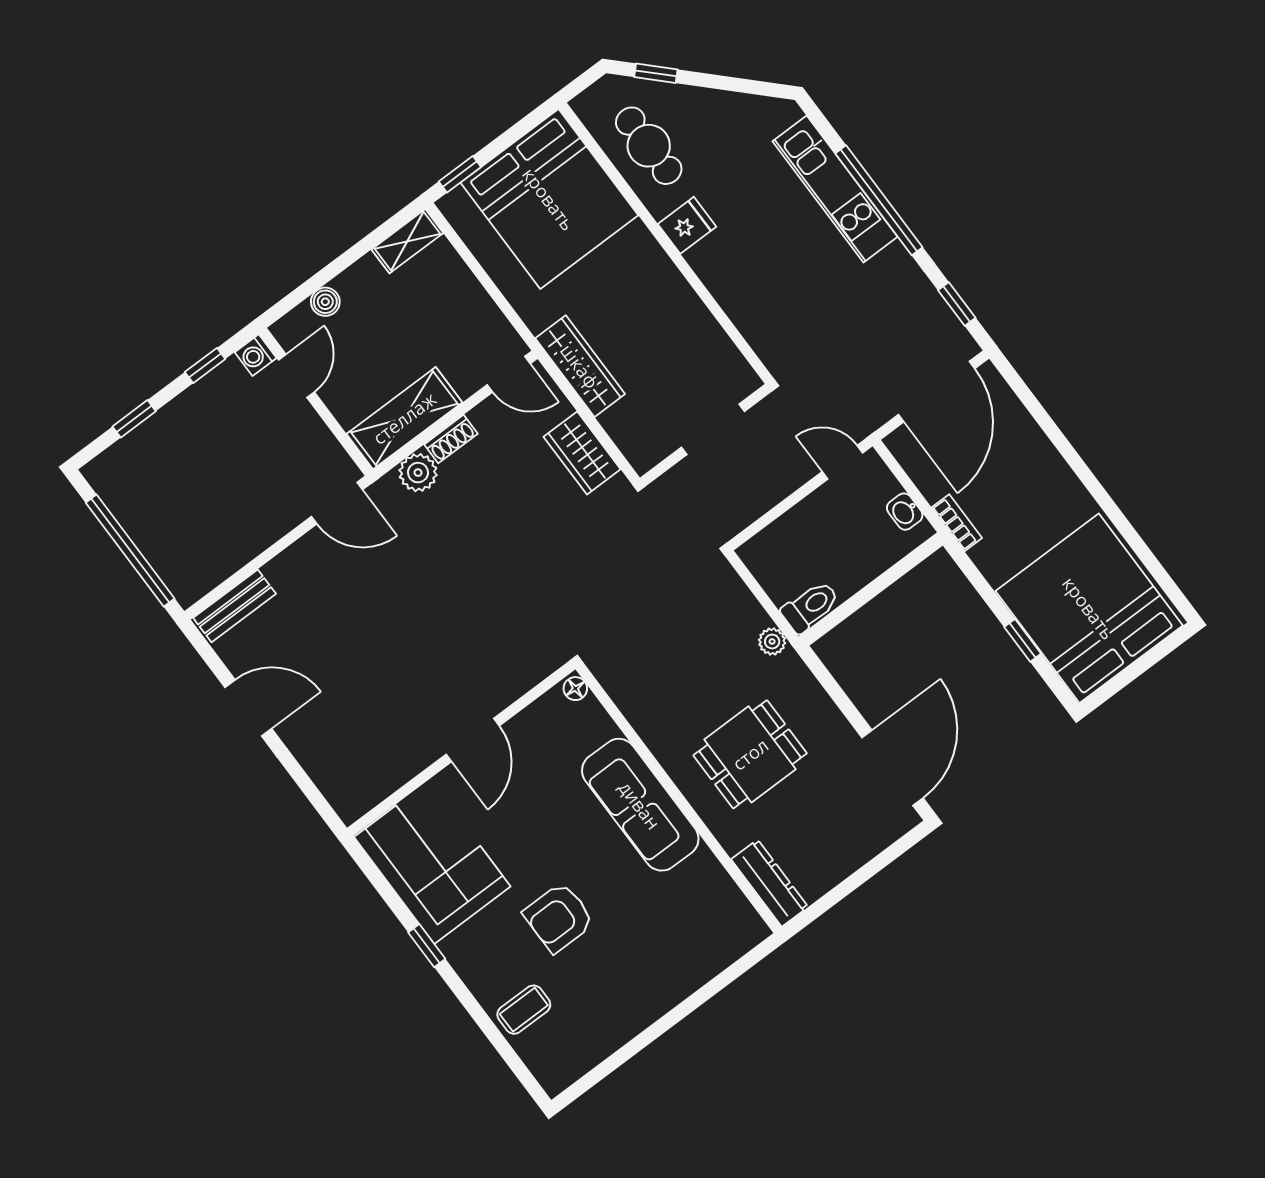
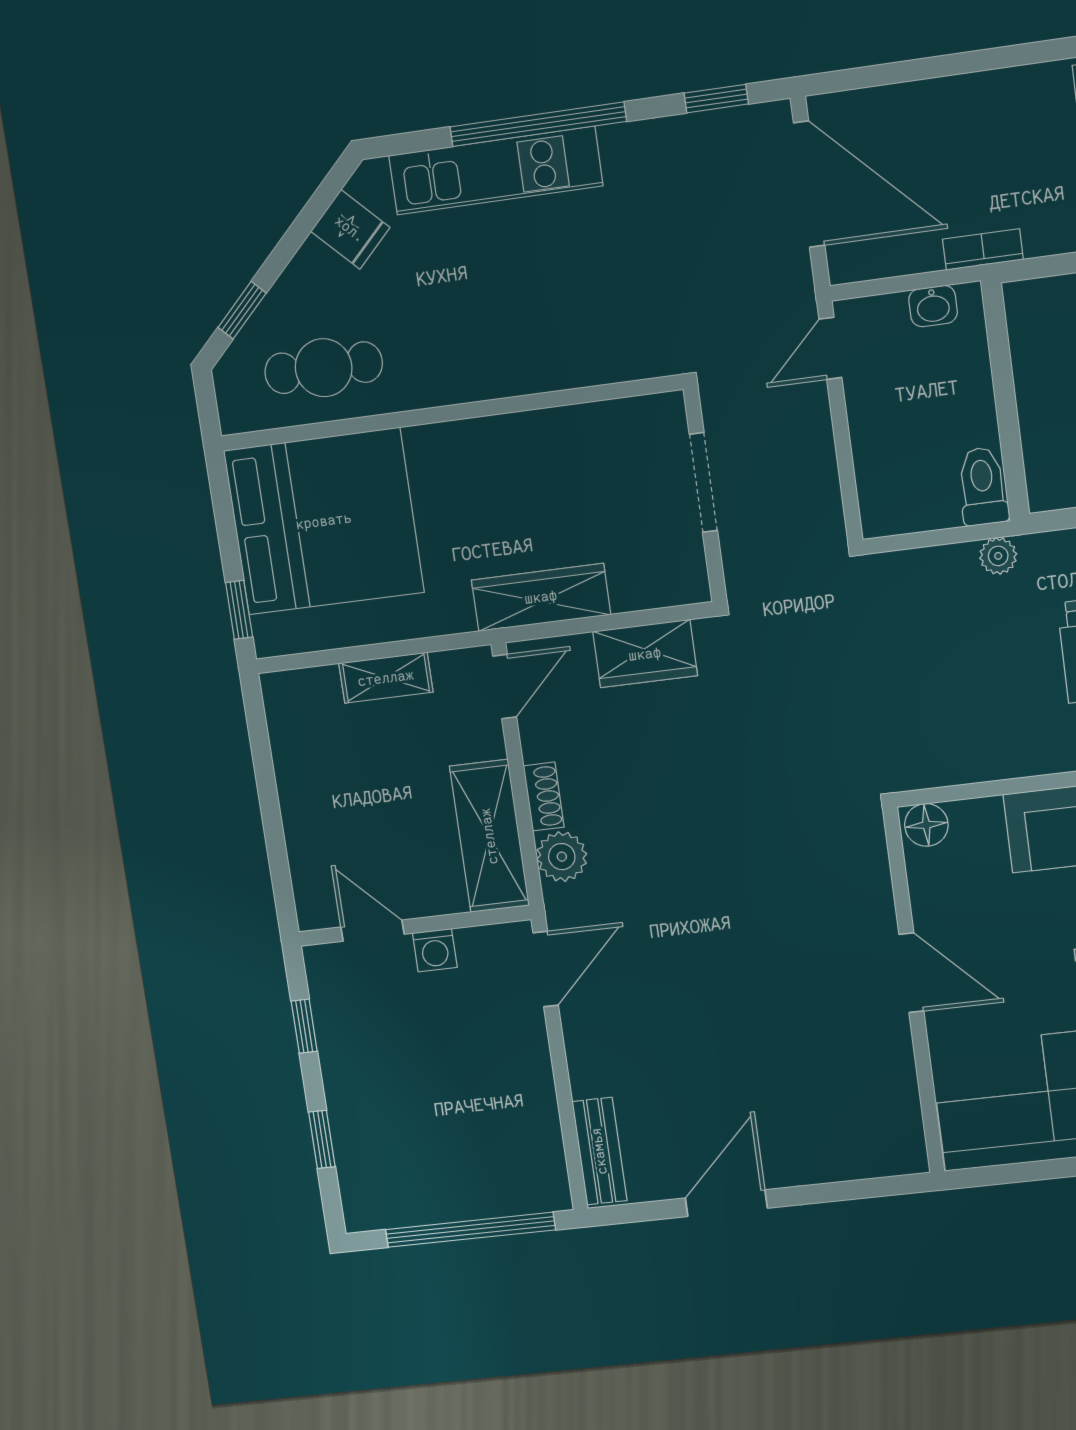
fridge: (687, 225) -> (350, 229), moved, turned 135
shelving: (407, 241) -> (386, 678), moved, turned 90
boiler: (325, 302) -> (304, 849), removed
washing machine: (256, 355) -> (435, 950), moved
floor lamp: (575, 689) -> (926, 825), width x1.37, depth x1.37

